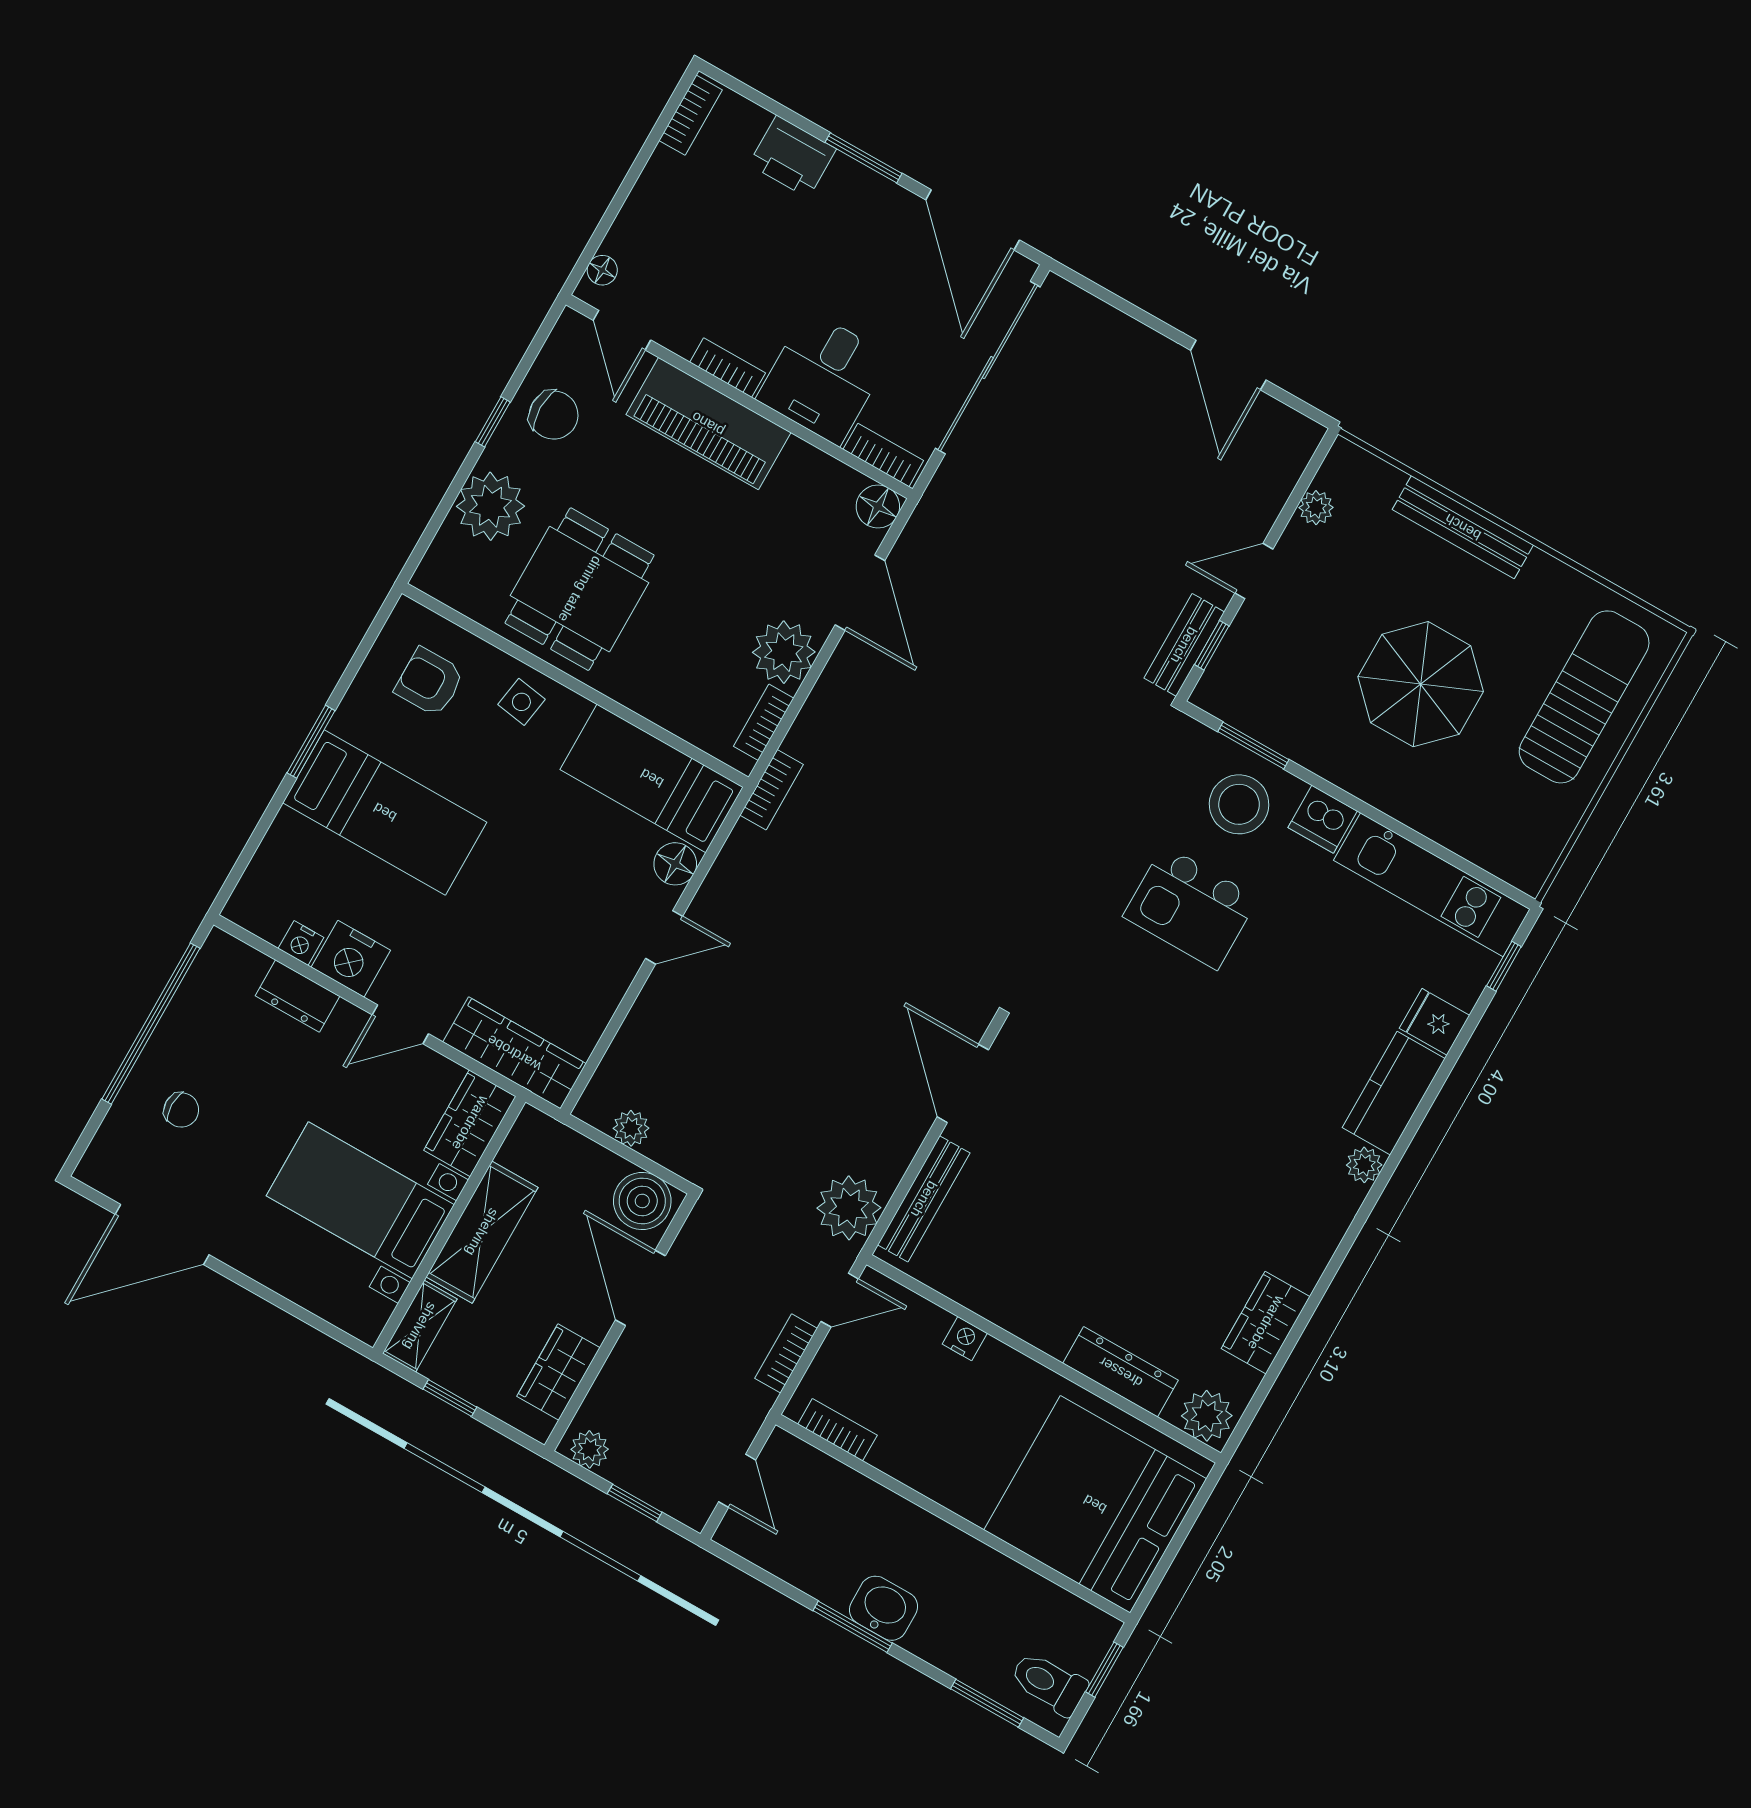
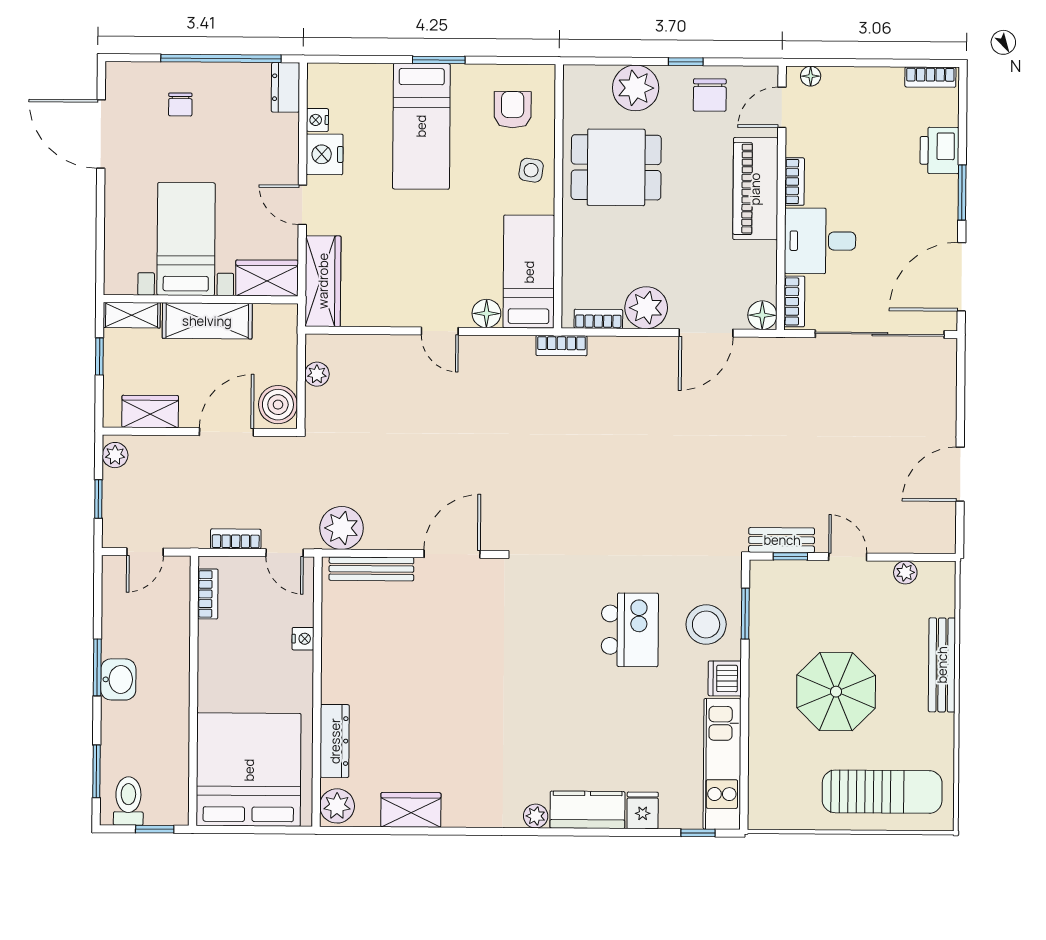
kitchen island: (1190, 907) -> (630, 630), turned 180
dresser: (297, 996) -> (286, 87), moved

